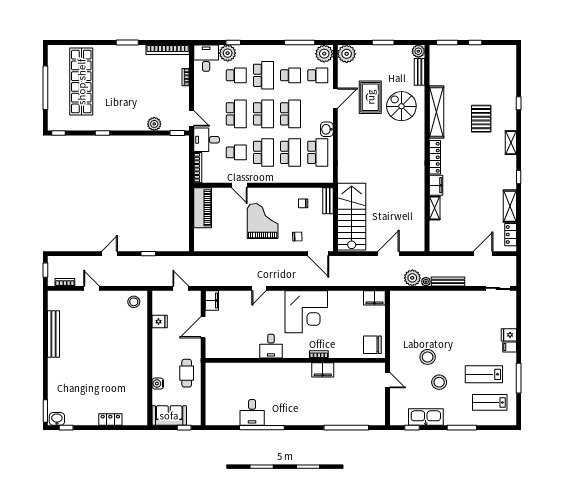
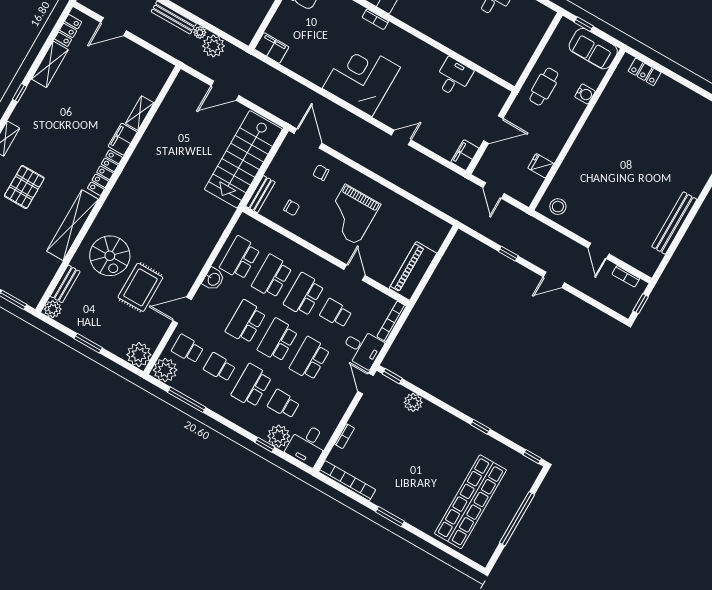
desk: (271, 346) -> (453, 77), moved
locker: (110, 420) -> (645, 72), moved

